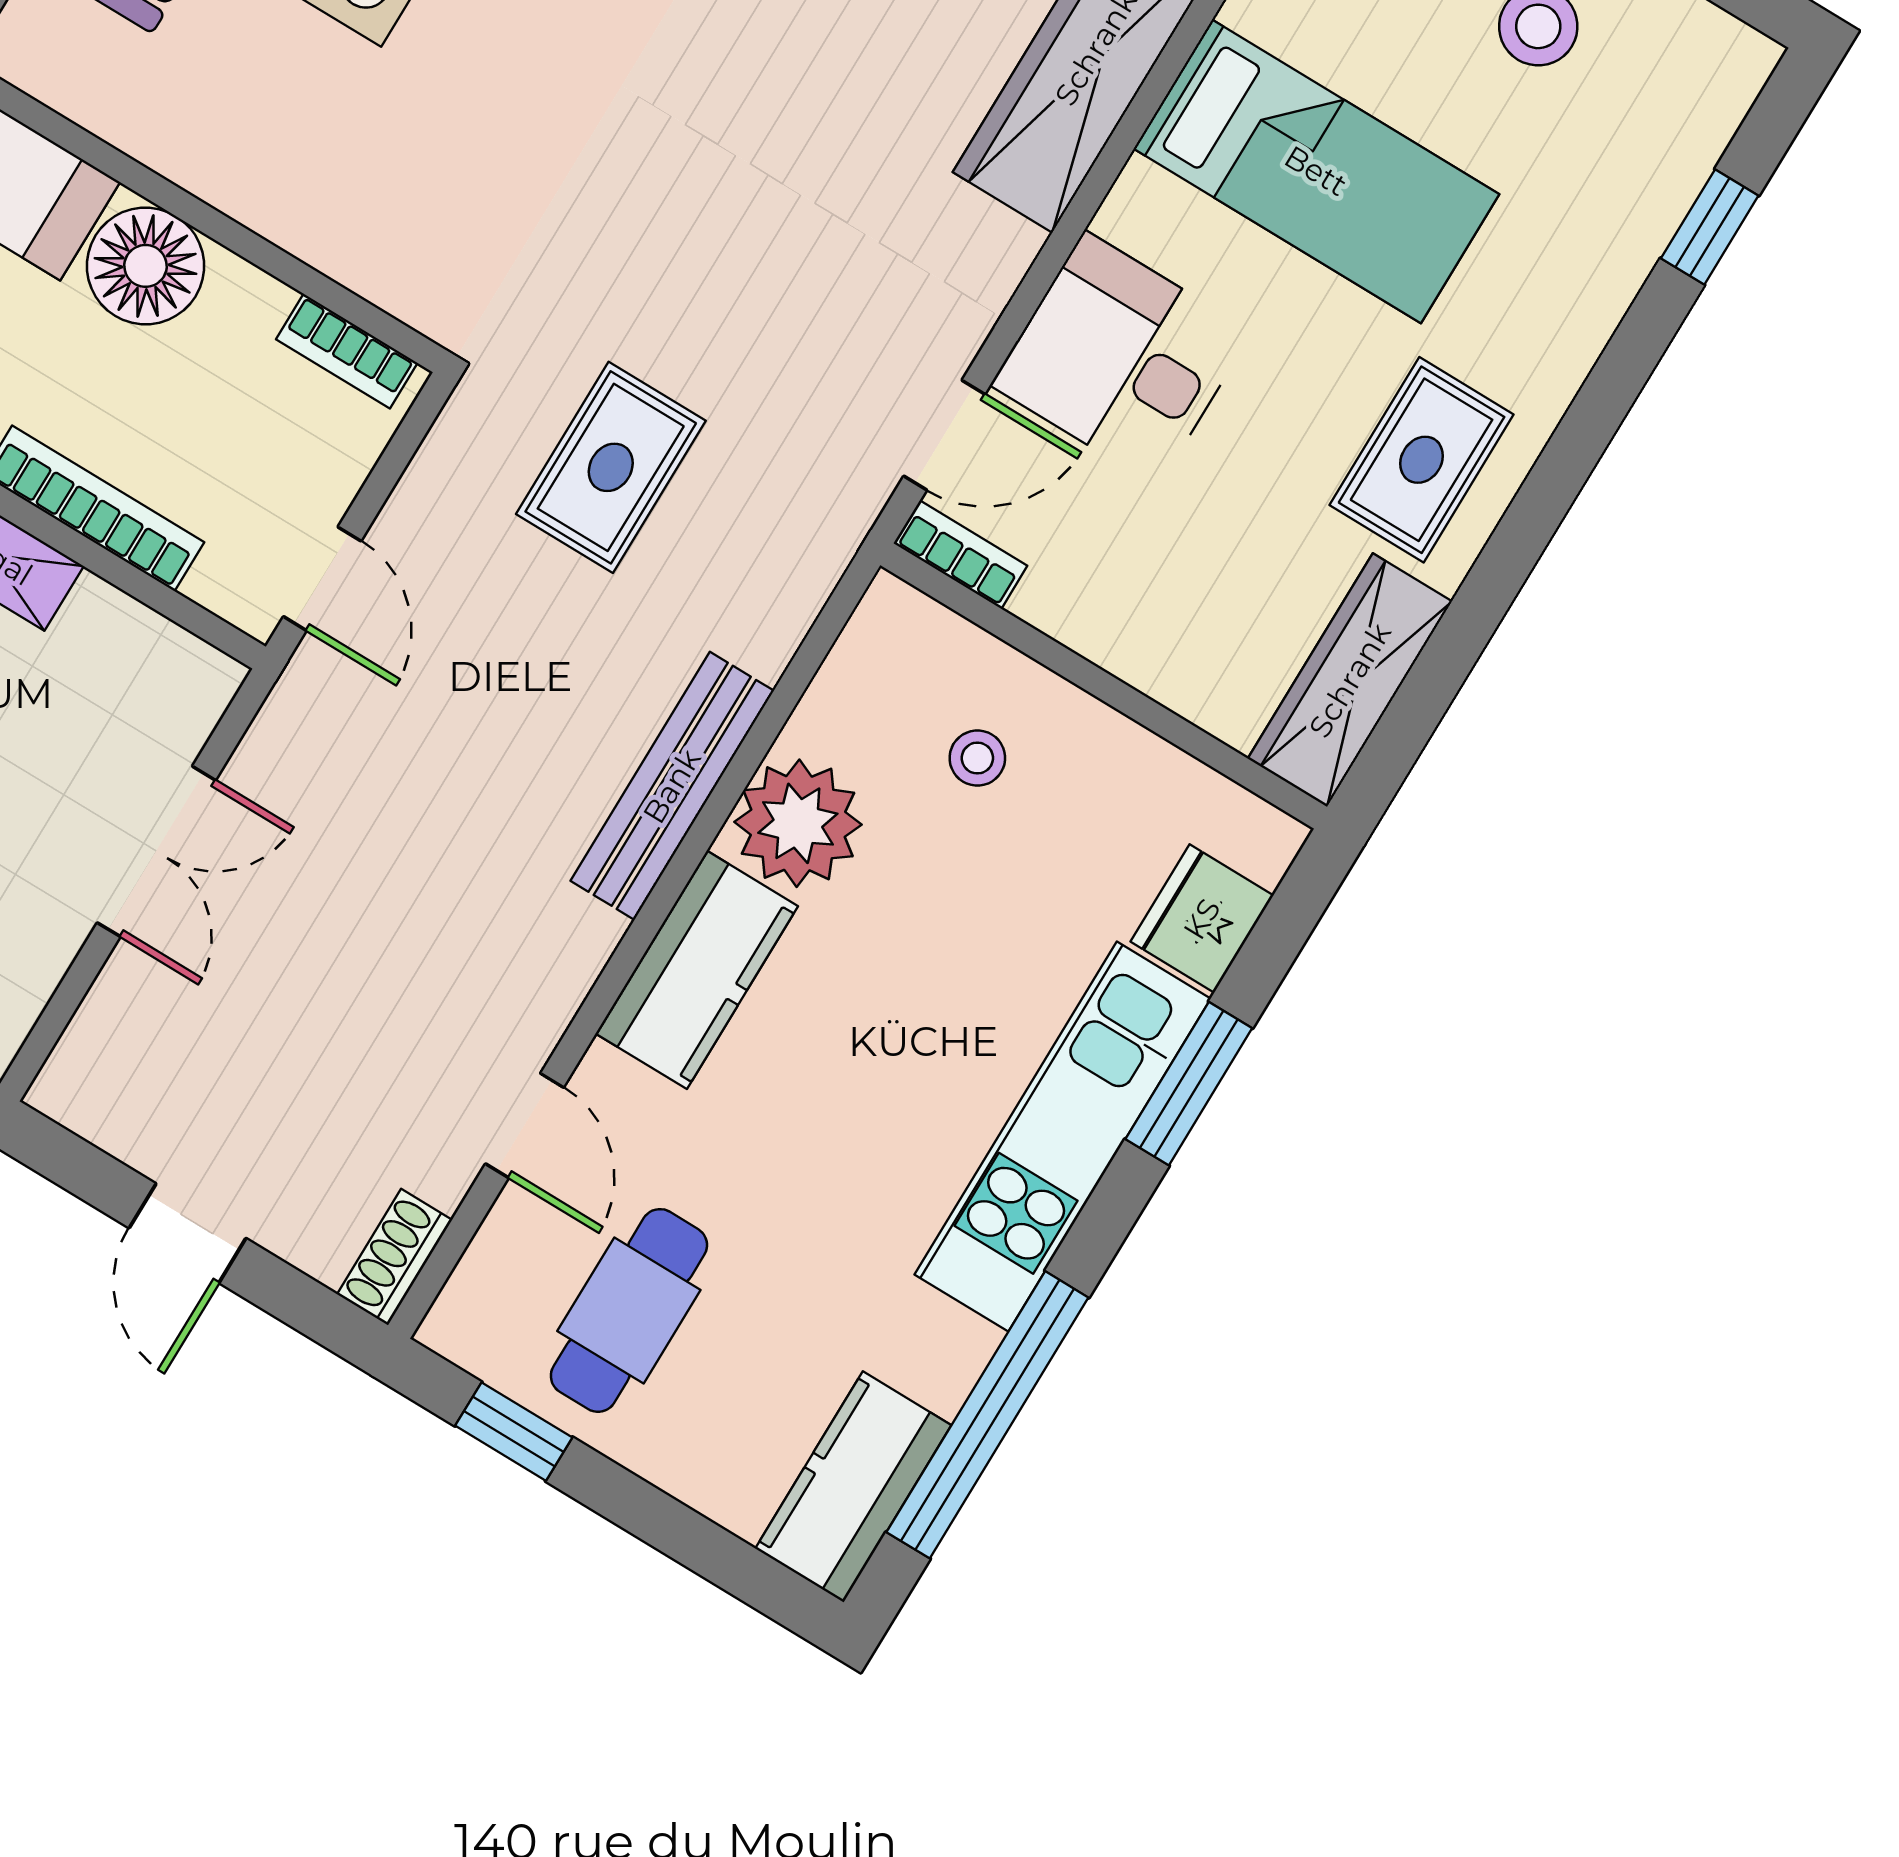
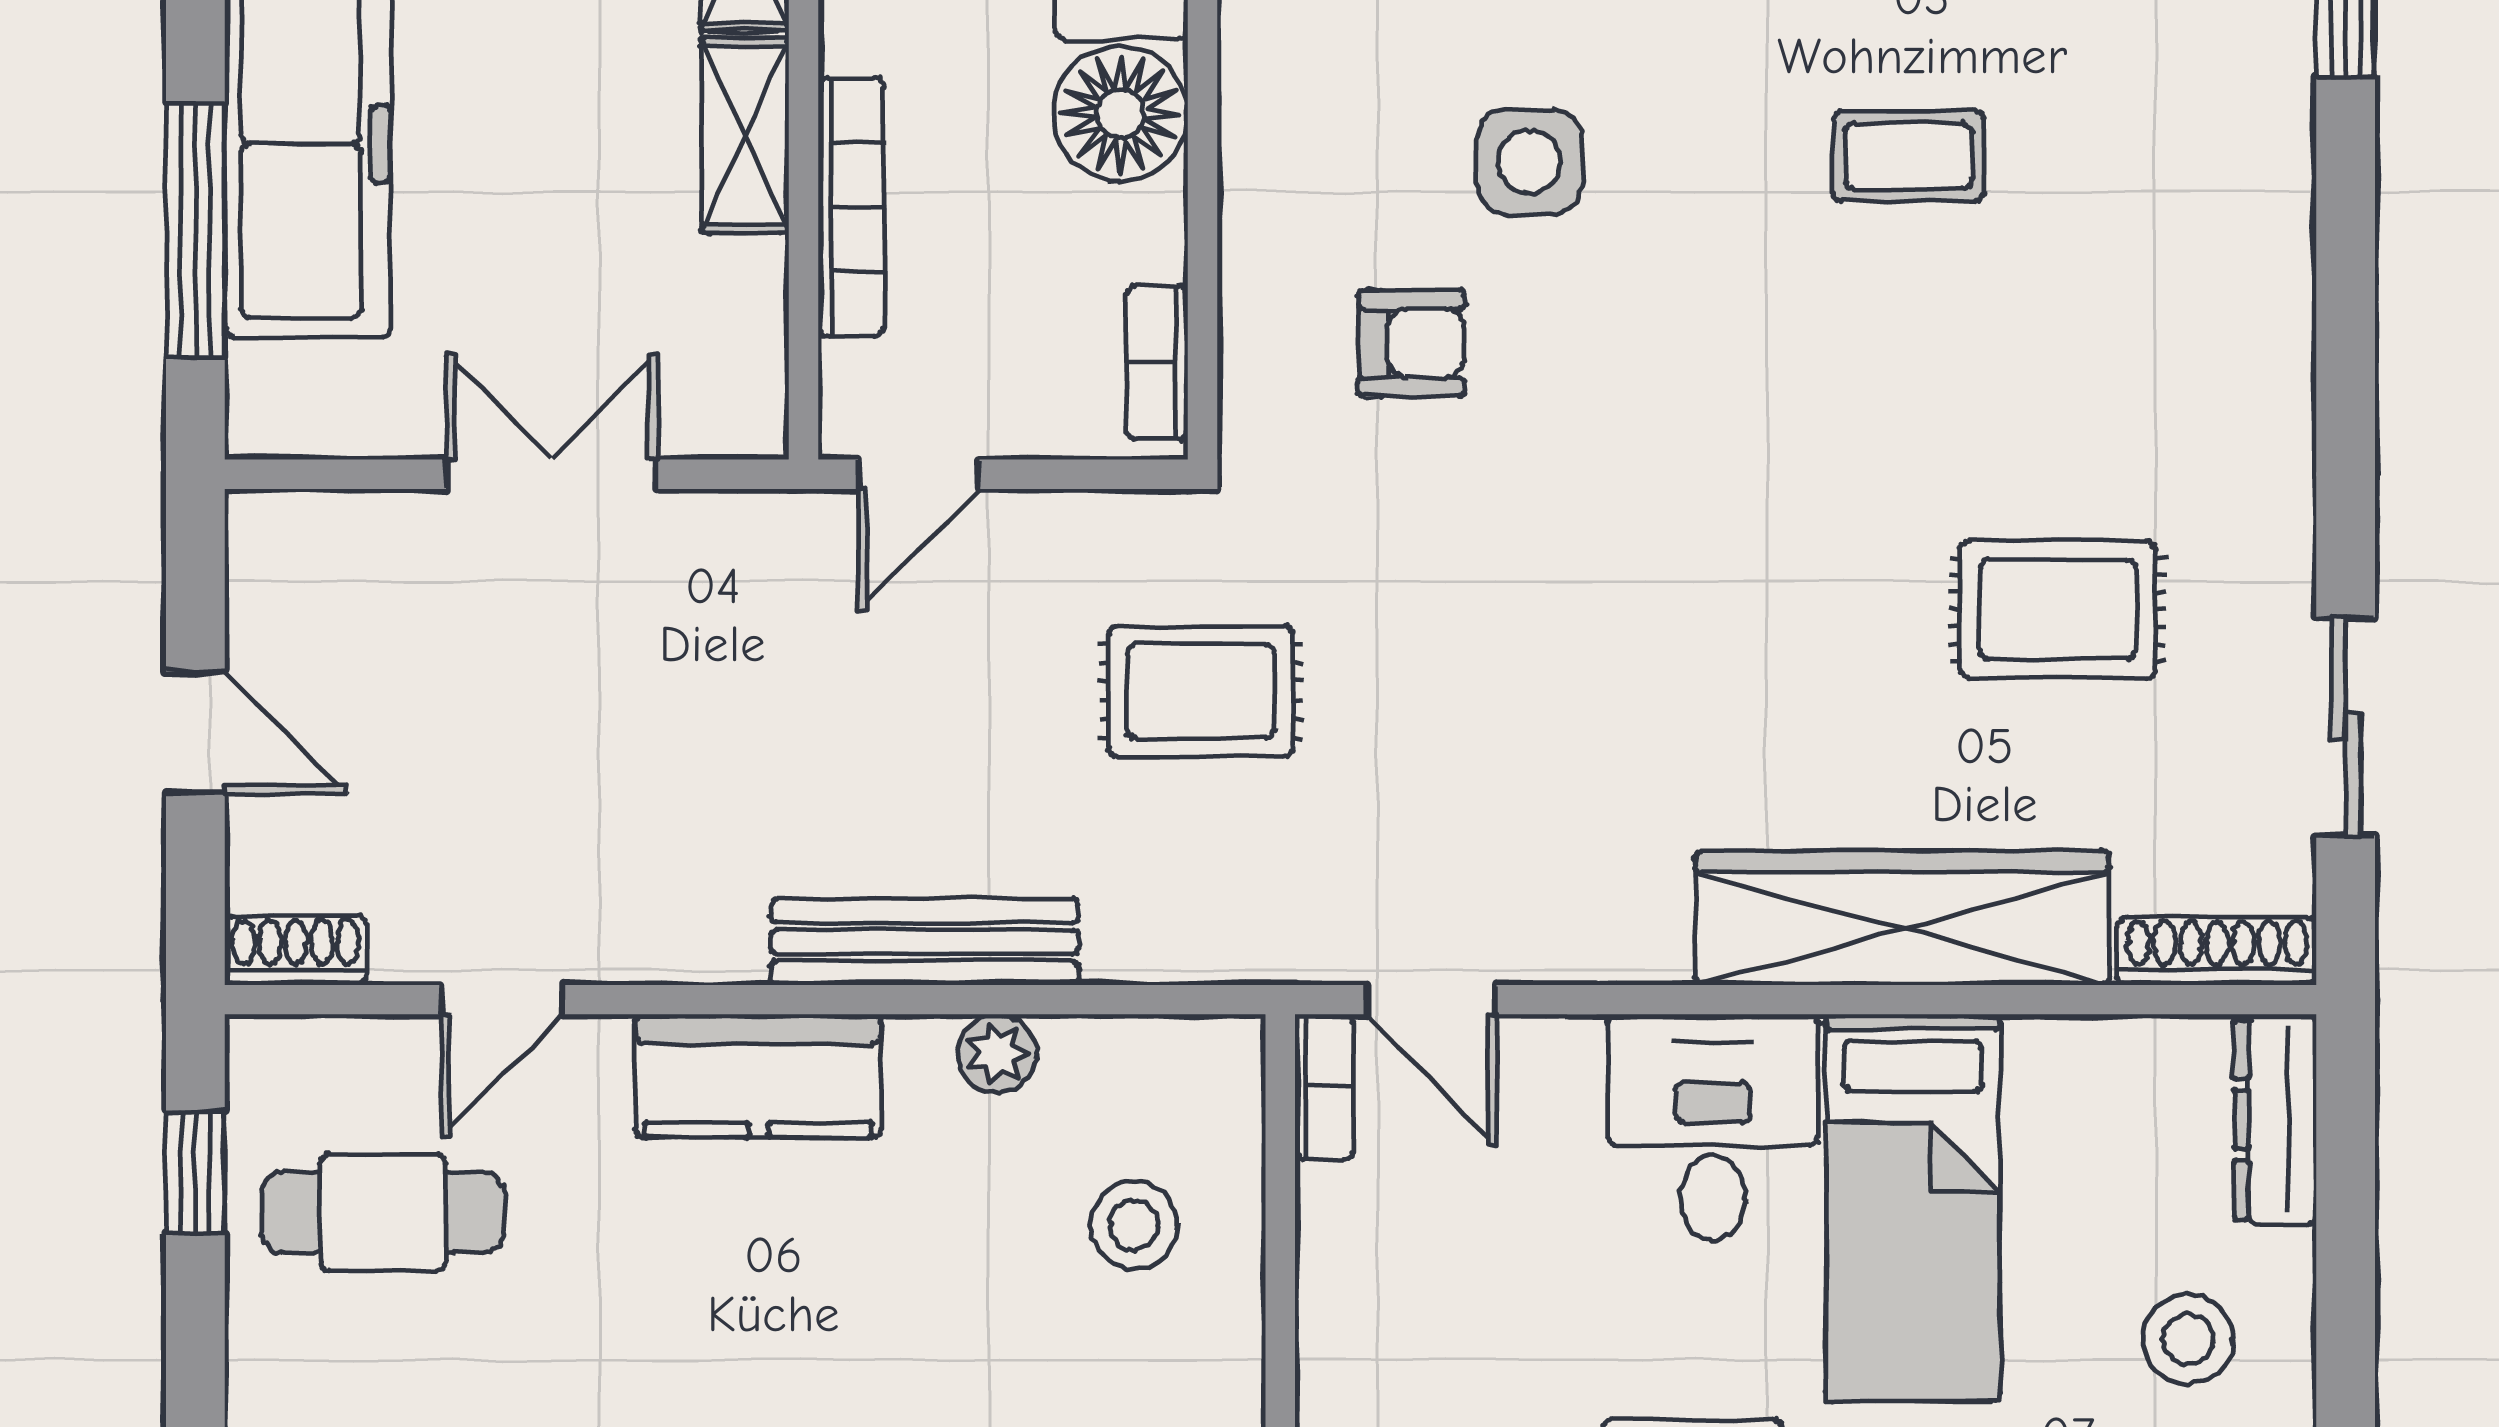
armchair: (447, 153) -> (1411, 343), added
desk: (1121, 359) -> (1713, 1128), moved
stool: (977, 758) -> (1134, 1225), width x1.37, depth x1.37
plant: (798, 823) -> (997, 1053), width x0.53, depth x0.53
double door: (156, 851) -> (552, 474), swing flipped
door: (187, 1233) -> (195, 733), swing flipped

